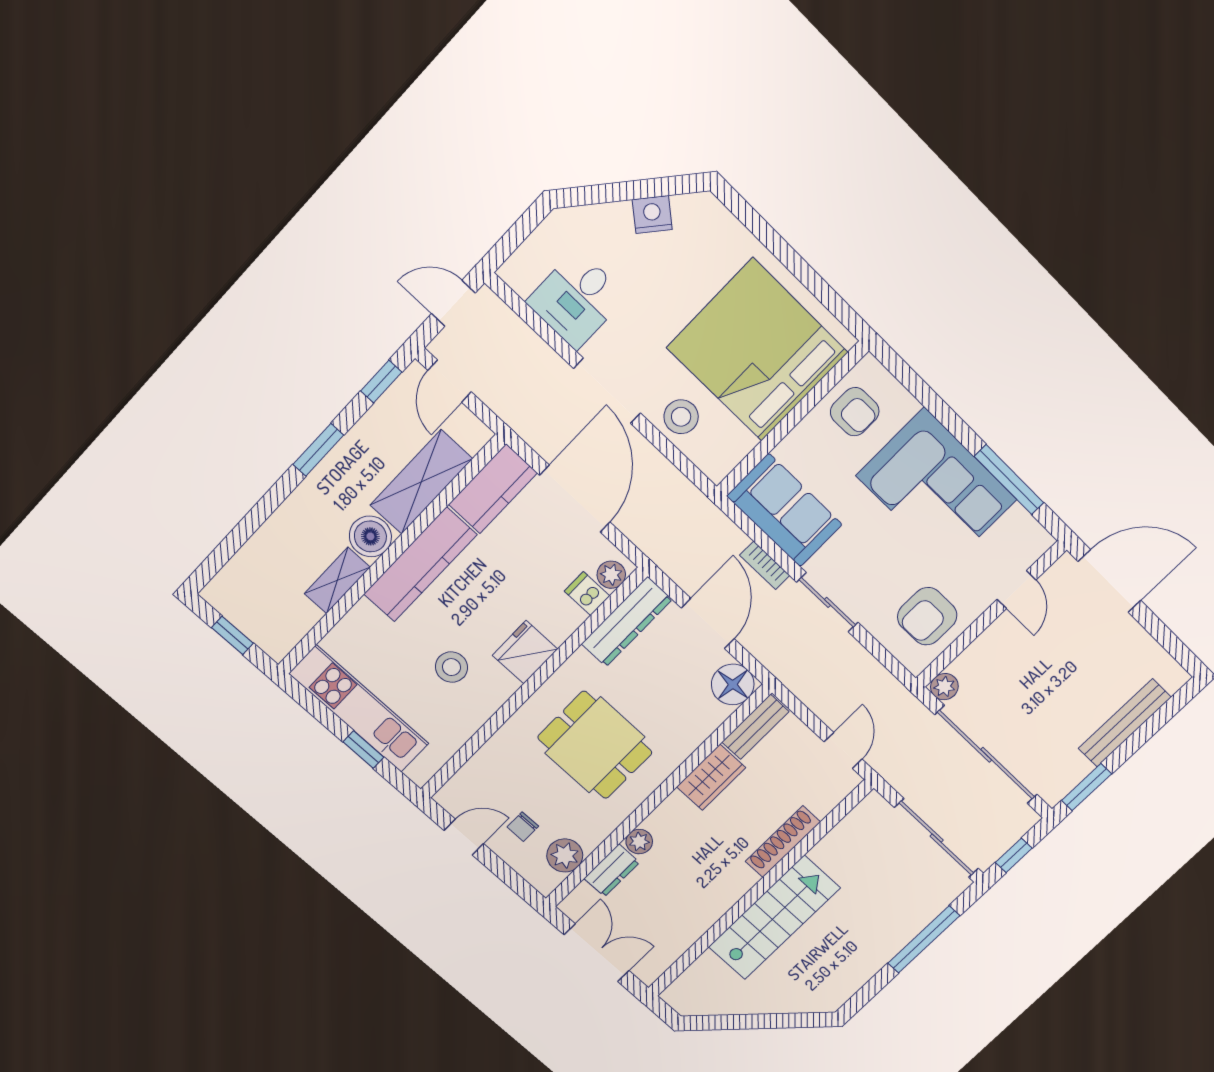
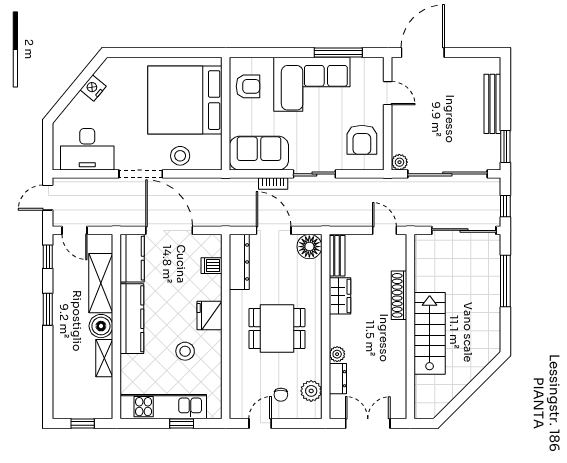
desk: (577, 299) -> (87, 149), width x1.37
plant: (611, 575) -> (214, 248), removed

